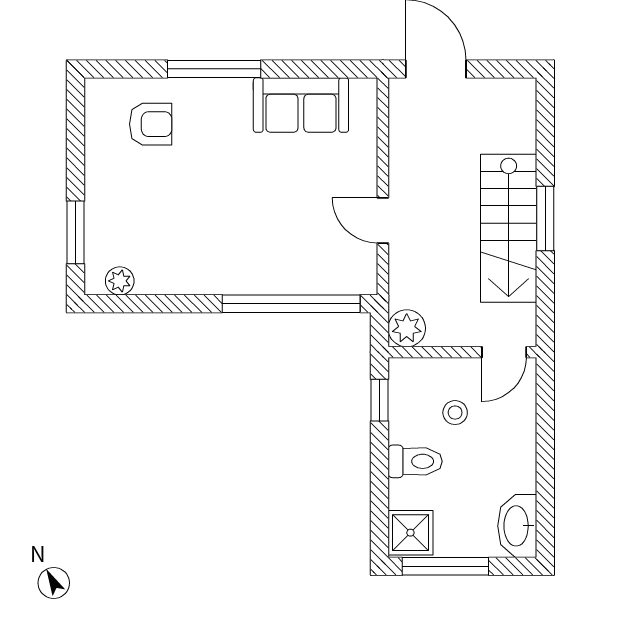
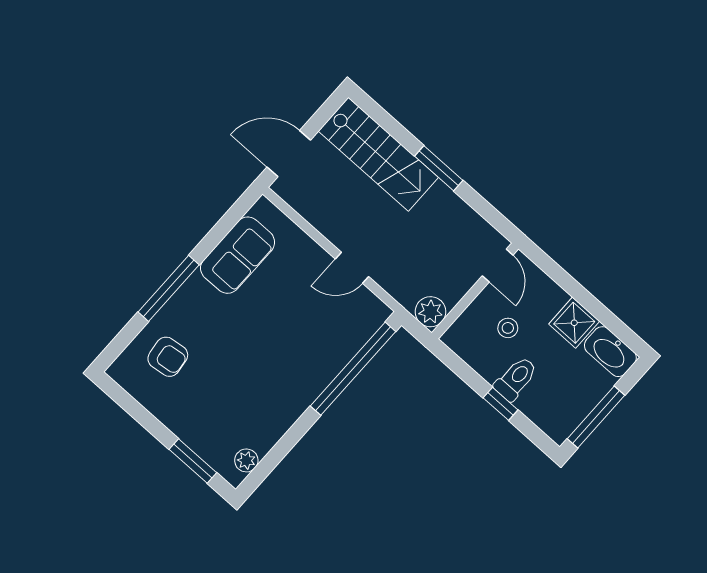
armchair: (151, 124) -> (168, 357), turned 83
stairs: (509, 228) -> (378, 154), moved
window: (379, 400) -> (501, 404), moved
shower: (410, 533) -> (574, 323), moved

